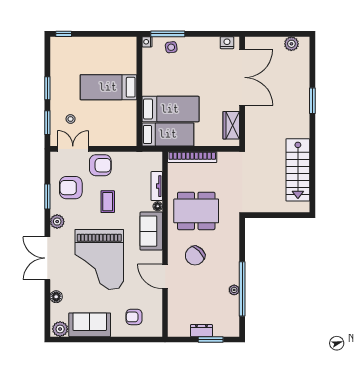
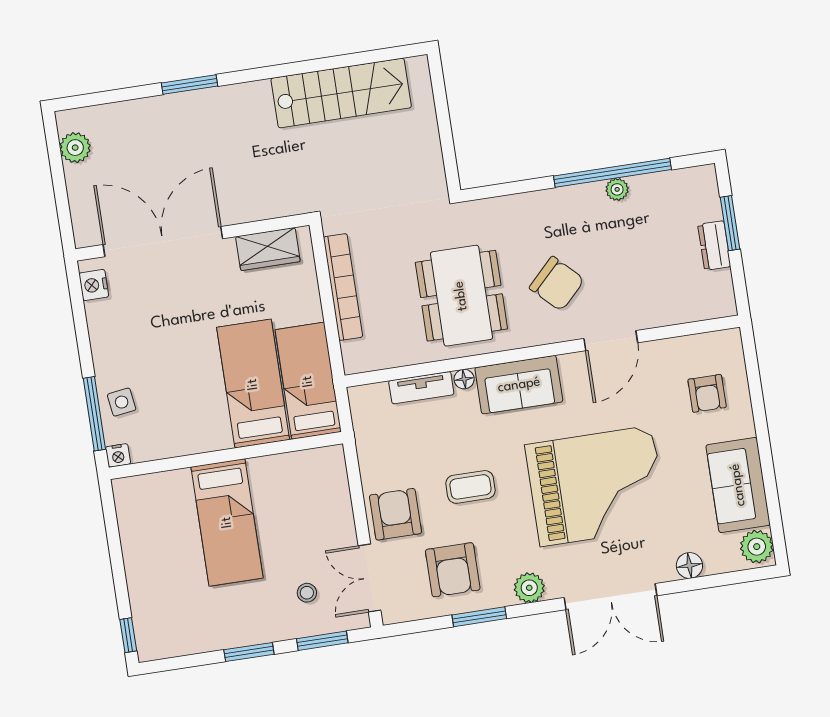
bookcase: (192, 157) -> (343, 287), moved

